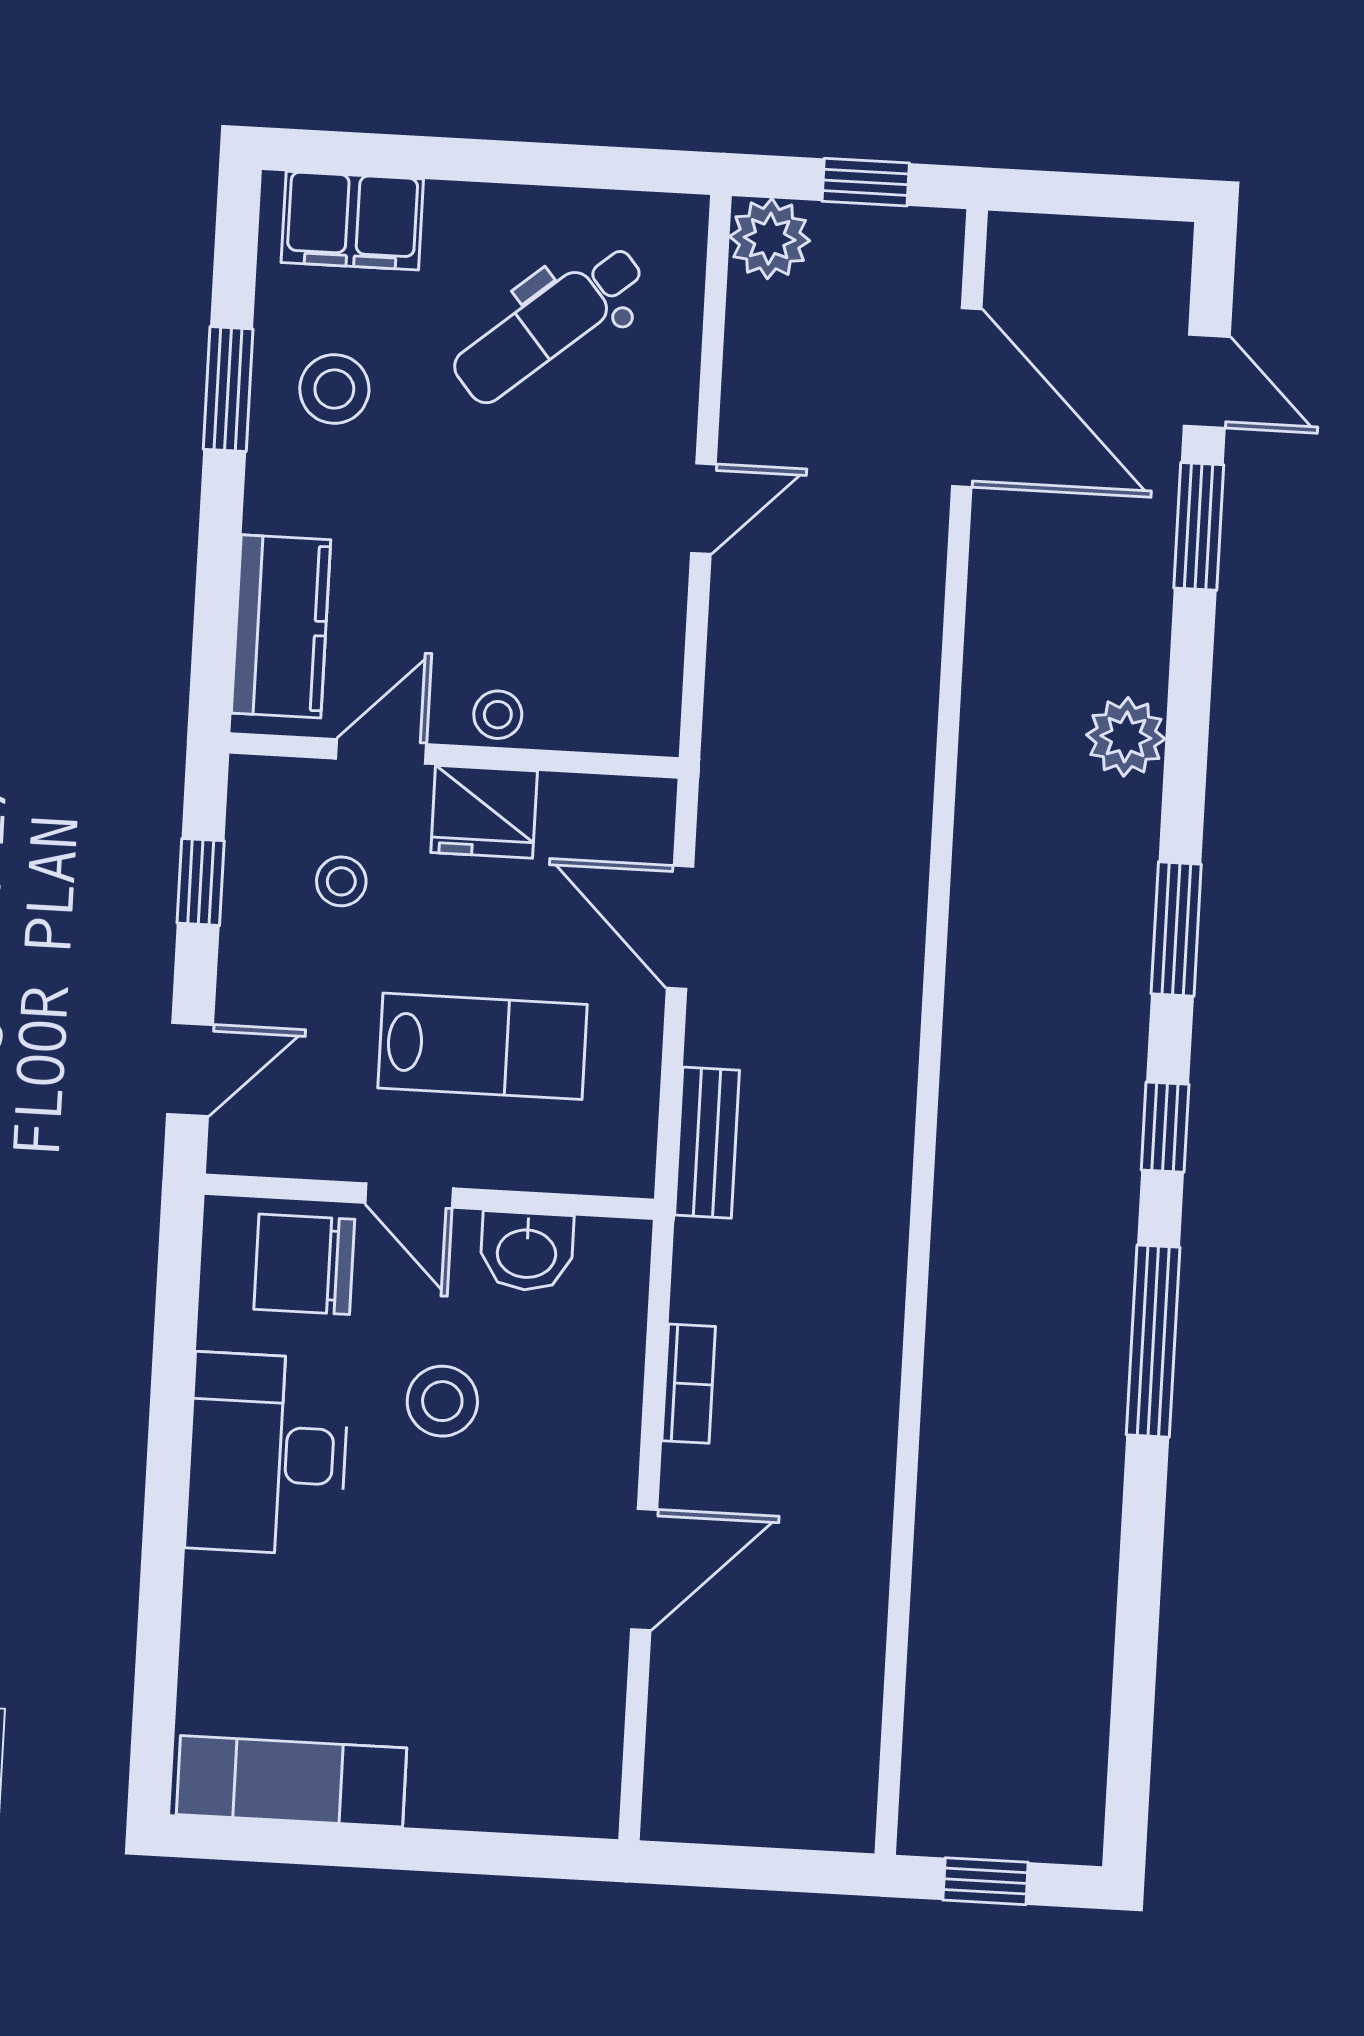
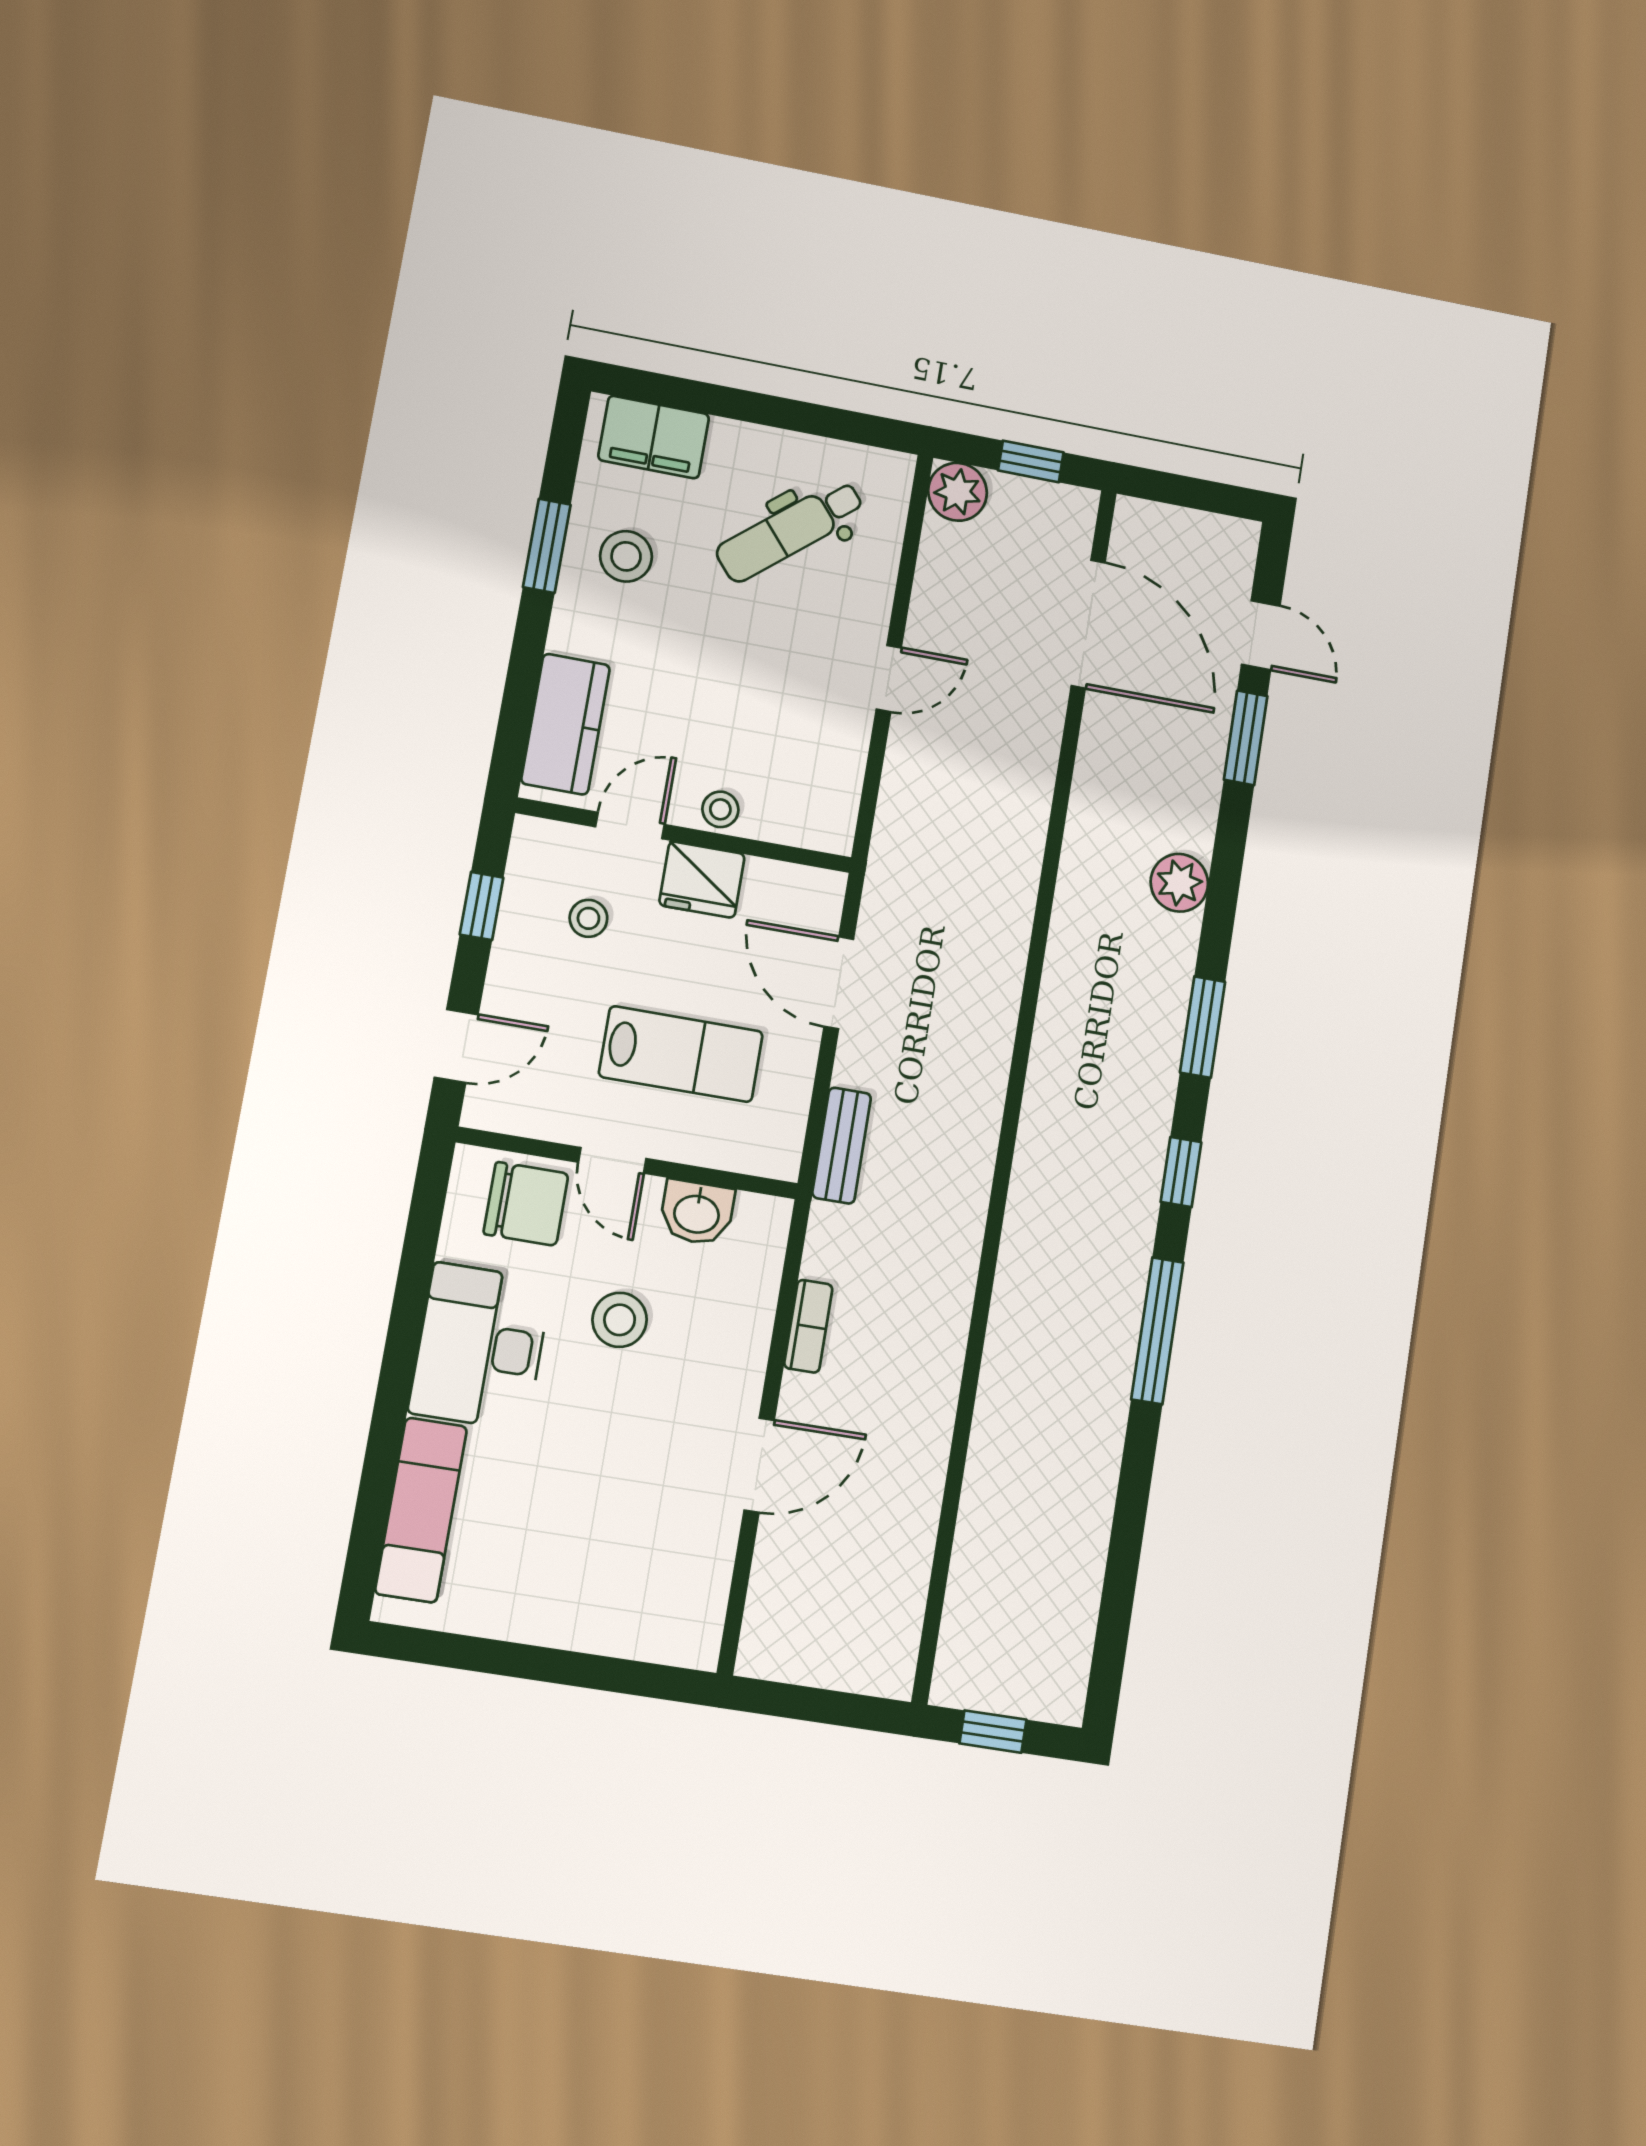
chair: (304, 1264) -> (526, 1204), turned 180
exam couch: (291, 1781) -> (421, 1510), moved, turned 90

